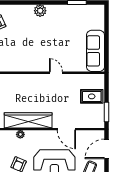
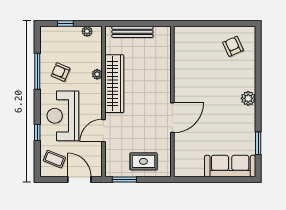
sofa: (96, 51) -> (230, 166), moved
door: (56, 73) -> (172, 118), width x1.87
rug: (92, 96) -> (143, 161), turned 90

